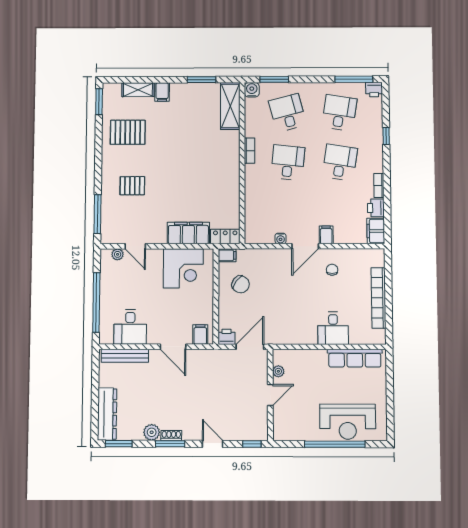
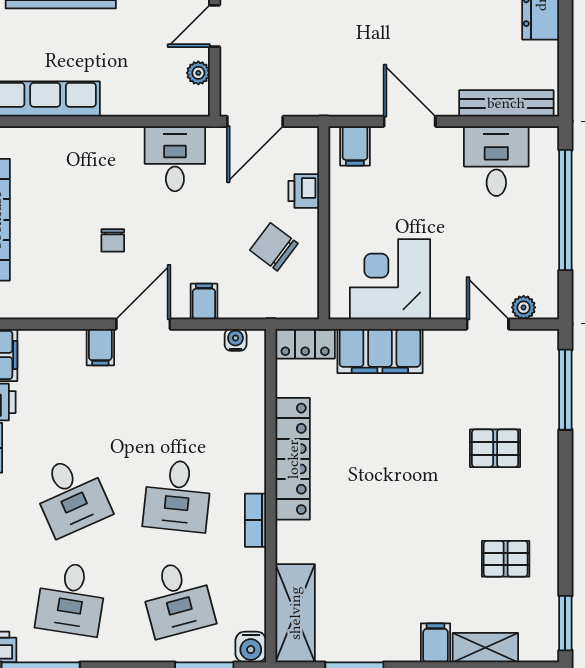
pallet: (128, 132) -> (506, 559), width x0.67, depth x0.71
desk: (340, 162) -> (71, 496), turned -33
locker: (231, 180) -> (293, 459), added
water cooler: (281, 238) -> (236, 340), moved
filing cabinet: (227, 255) -> (204, 302), moved, turned 90
chair: (332, 270) -> (113, 240), moved
desk: (333, 328) -> (175, 159), moved
printer: (227, 337) -> (304, 191), moved, turned 90

